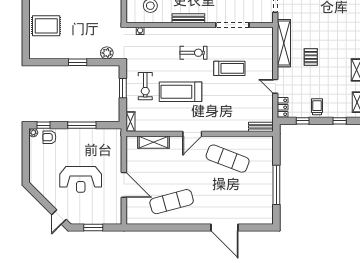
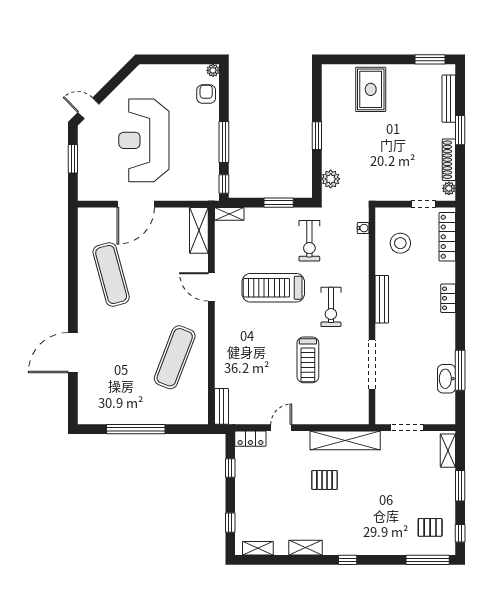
exercise bike: (145, 86) -> (309, 241), moved, turned -90
treadmill: (181, 92) -> (273, 288), turned -90
trolley: (317, 107) -> (251, 489), removed
window: (43, 125) -> (224, 184), moved
door: (192, 134) -> (211, 287), moved
shelving: (153, 142) -> (199, 230), moved
reception desk: (81, 179) -> (144, 140), width x1.36, depth x1.30

